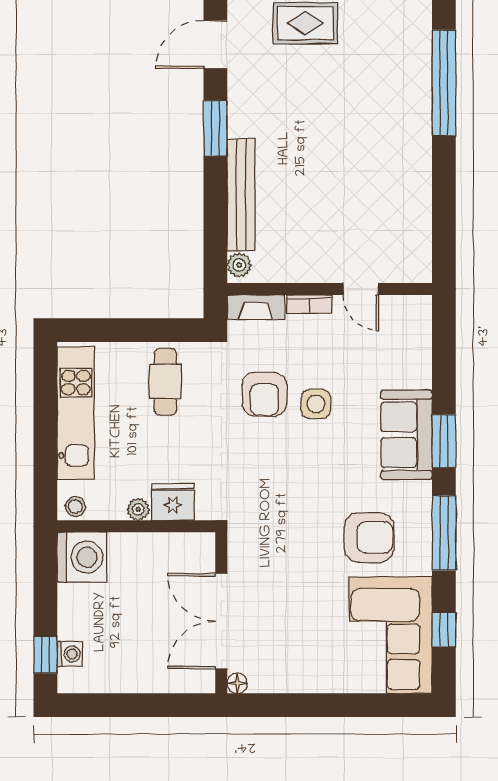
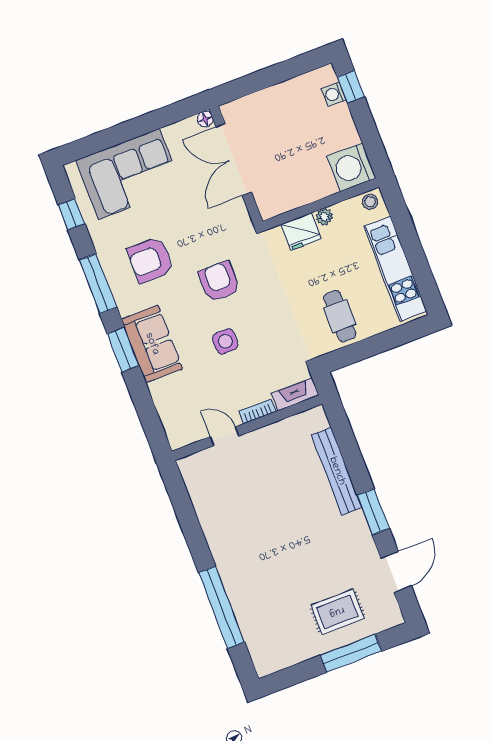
plant: (239, 265) -> (319, 420), removed
armchair: (264, 394) -> (219, 282), moved
double door: (221, 621) -> (234, 159), swing flipped
corner sofa: (391, 635) -> (129, 174), moved, turned 90

